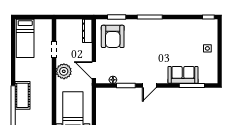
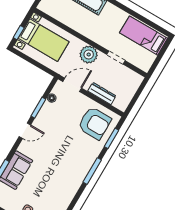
dresser: (87, 31) -> (102, 94), moved
armchair: (113, 36) -> (95, 123), turned 180
door: (149, 86) -> (25, 131), swing flipped

